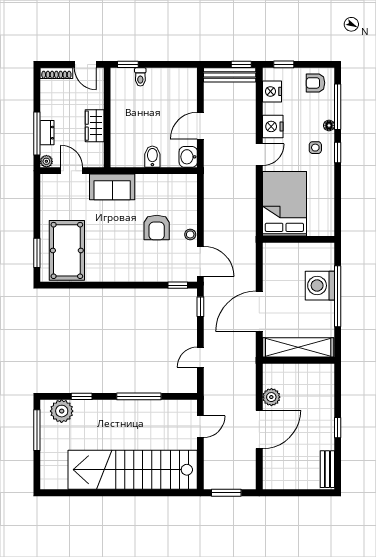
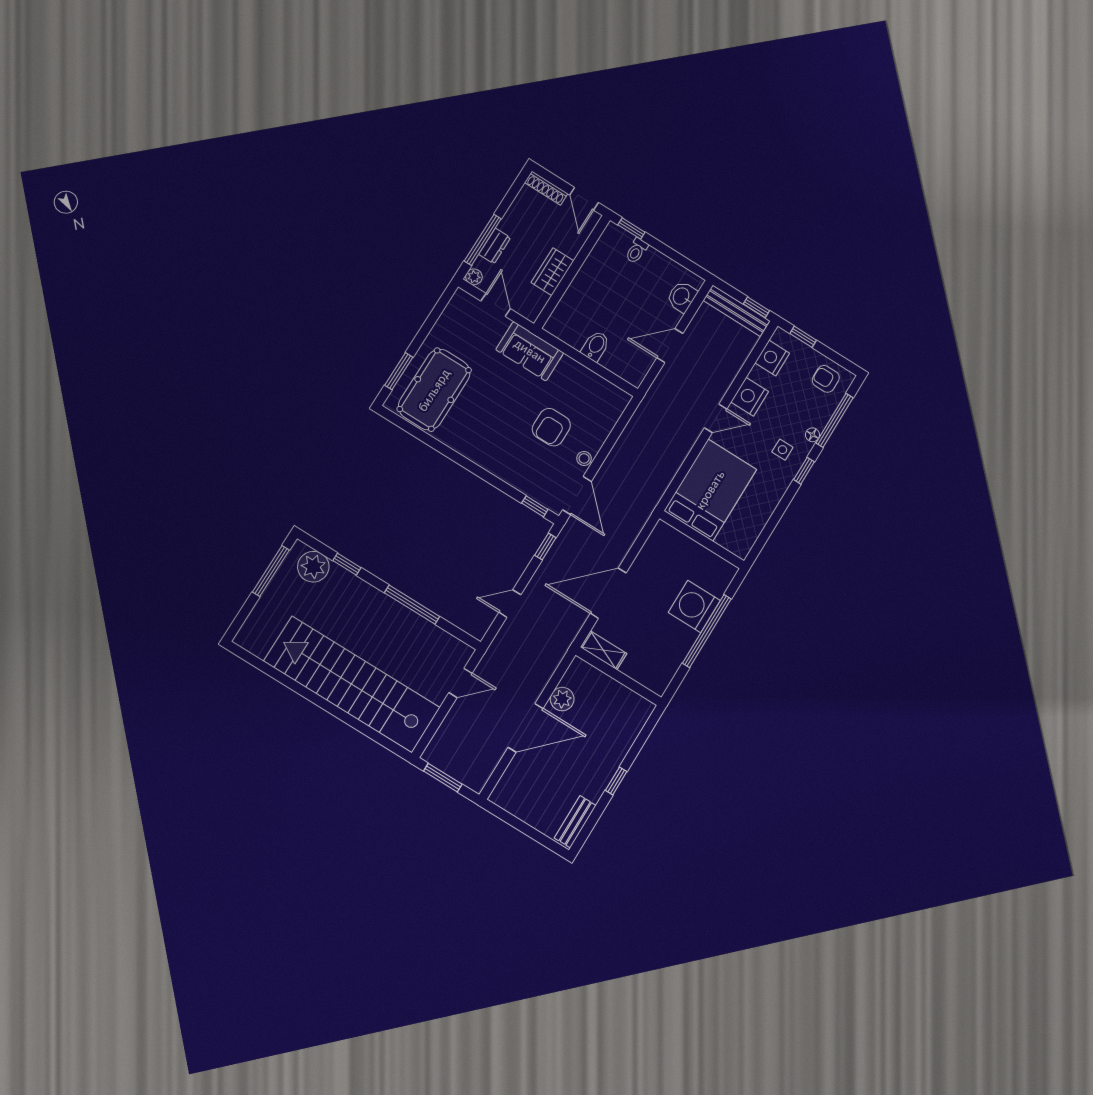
washbasin: (188, 157) -> (682, 297), moved
shelving: (298, 347) -> (604, 650), width x0.45, depth x0.75

